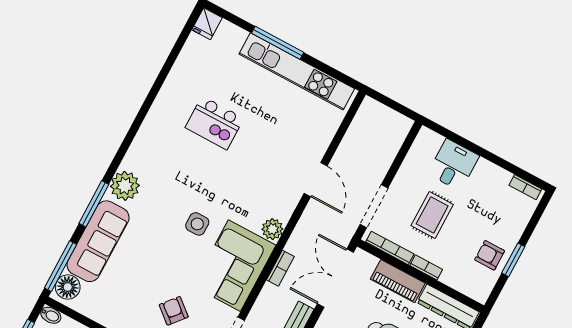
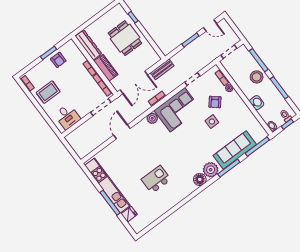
fridge: (207, 24) -> (129, 214), moved
kitchen island: (214, 123) -> (156, 179), turned -90
desk: (453, 165) -> (67, 117), moved, turned -90
rug: (432, 215) -> (48, 92), moved
side table: (197, 224) -> (212, 122), moved
floor lamp: (68, 287) -> (200, 179), moved

